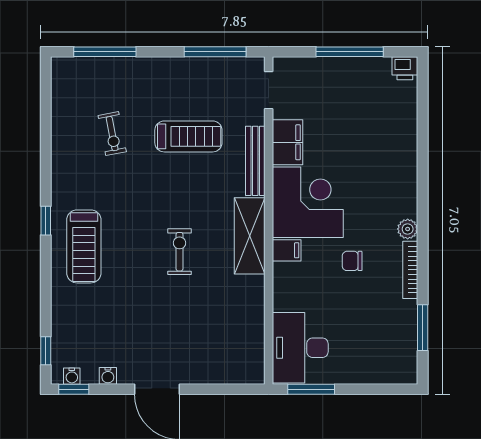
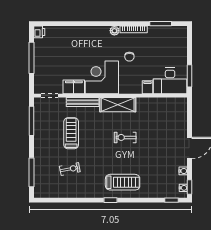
filing cabinet: (287, 250) -> (148, 87), moved

